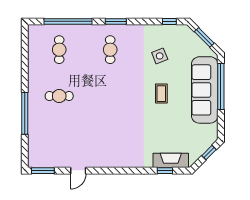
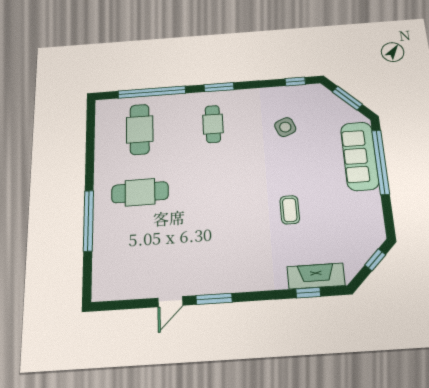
cafe table: (59, 50) -> (140, 129), width x1.37, depth x1.35
sofa: (205, 90) -> (360, 156), width x0.74, depth x0.79
coffee table: (161, 94) -> (290, 210), moved
cafe table: (59, 96) -> (140, 192), width x1.37, depth x1.35
window: (43, 171) -> (214, 299), moved

